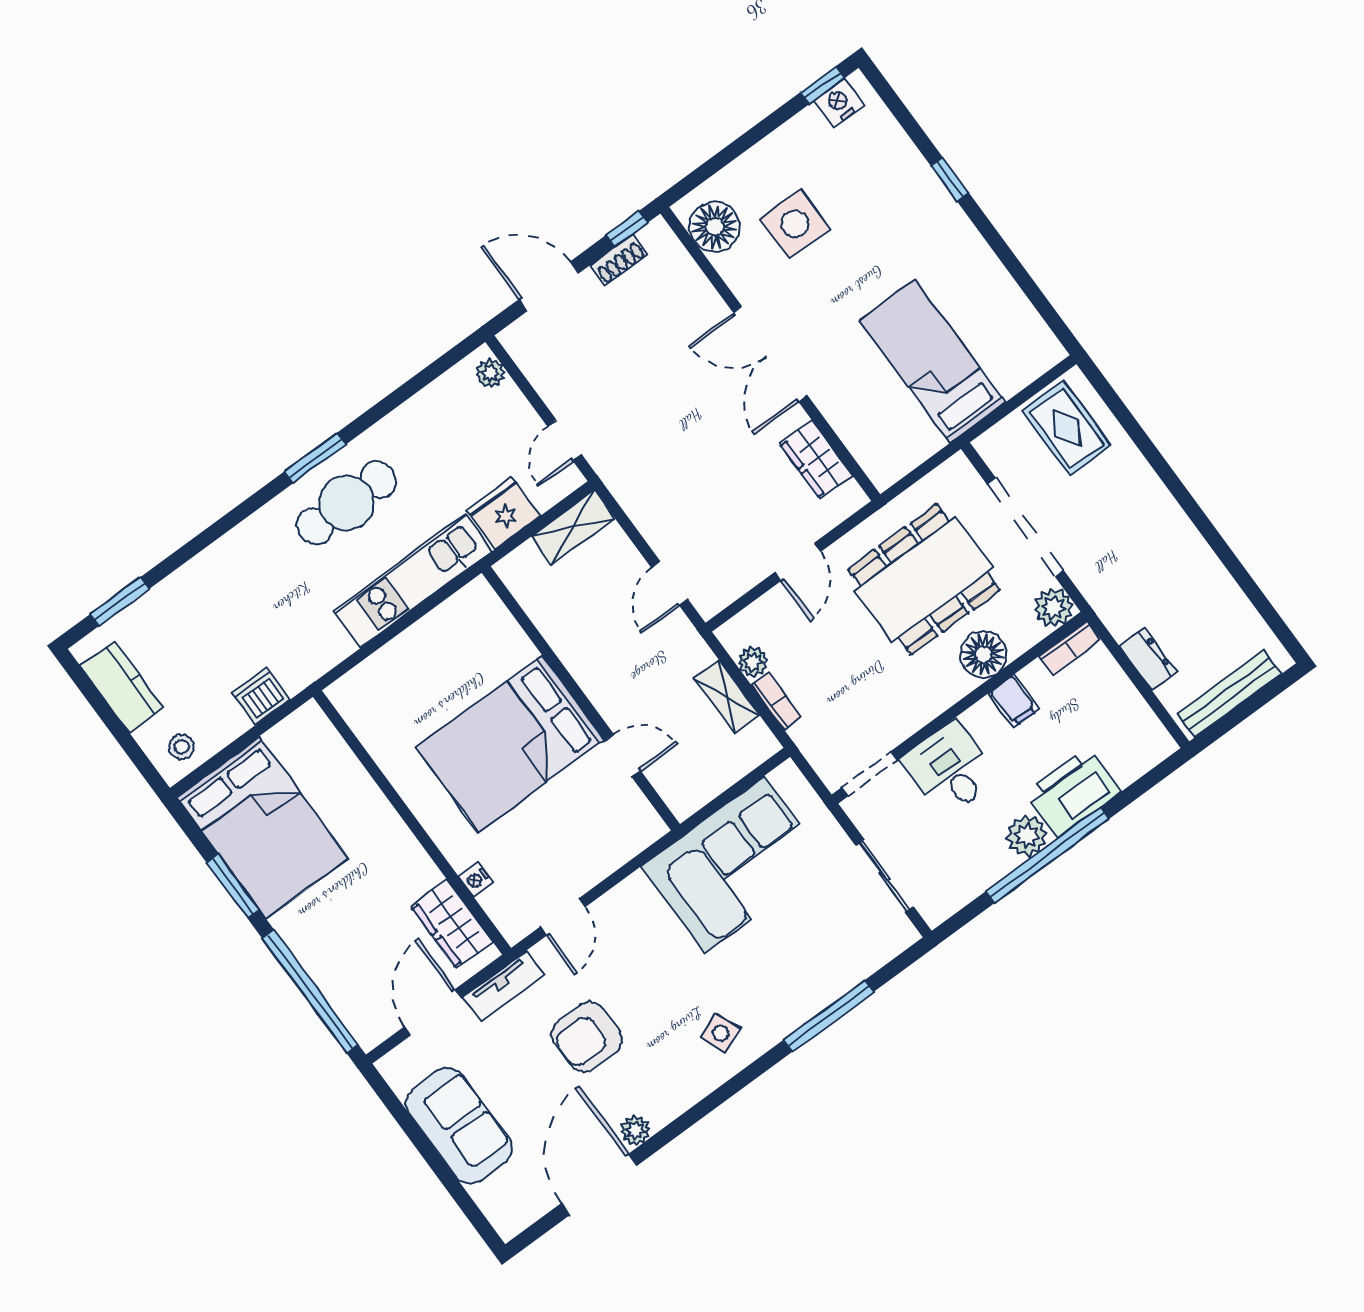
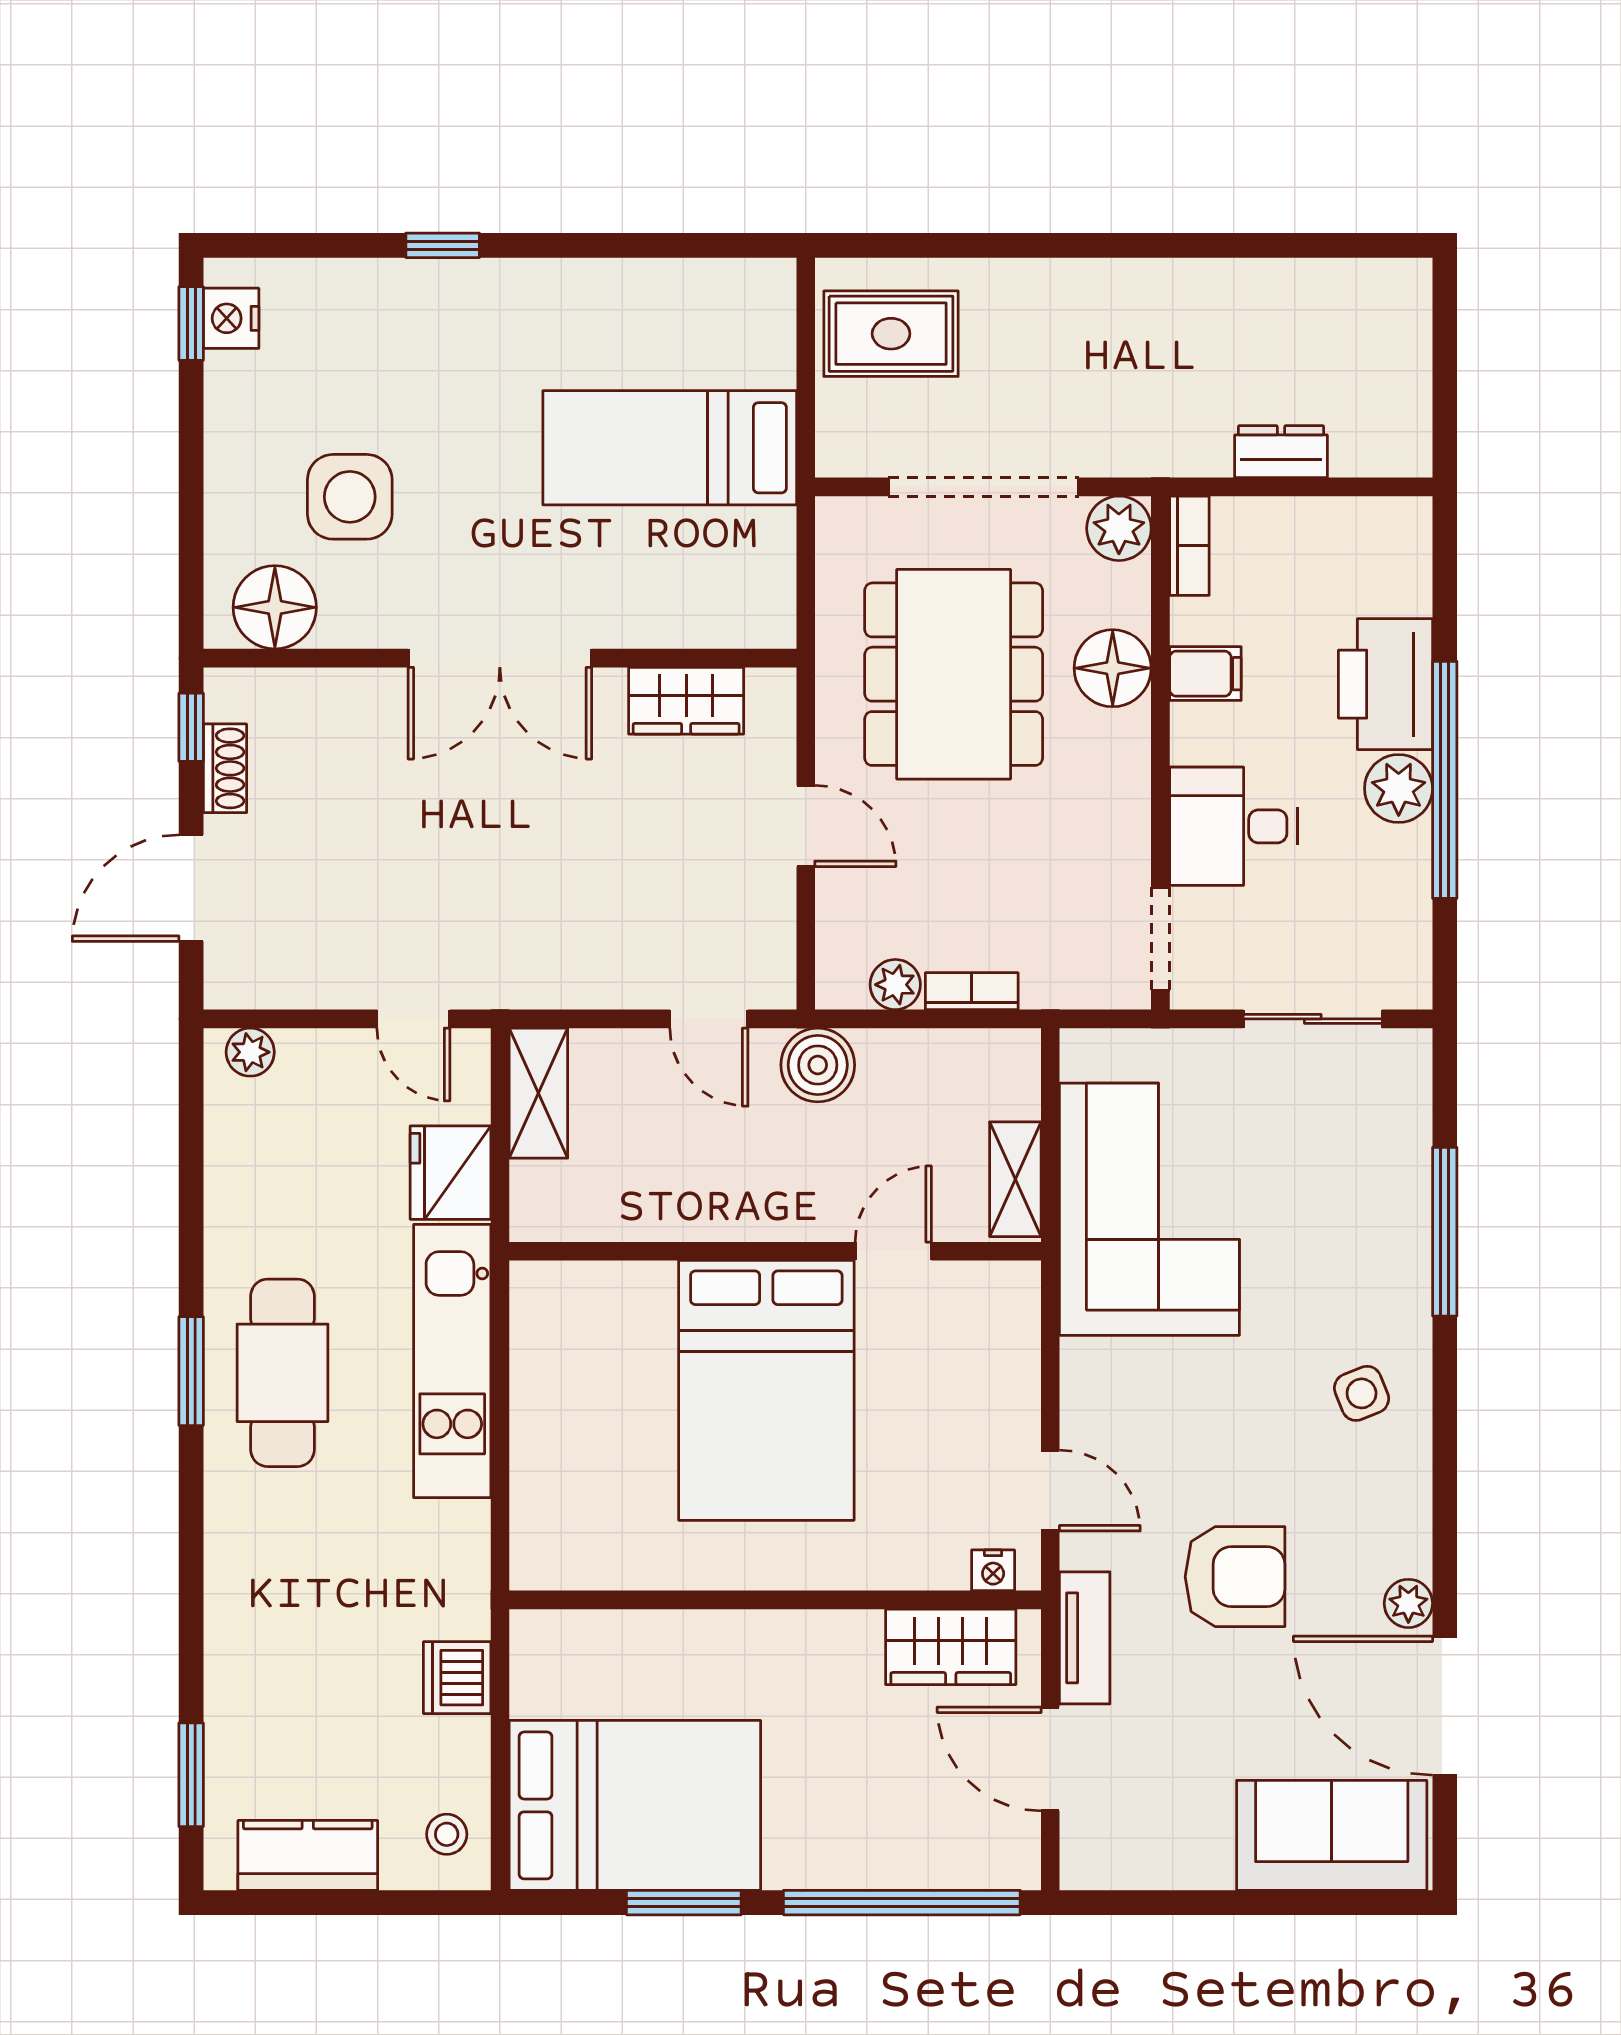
boiler: (686, 653) -> (818, 1065), added
bench: (1229, 694) -> (1408, 378), removed
shelving: (727, 697) -> (1015, 1179), moved, turned 90
nightstand: (476, 880) -> (993, 1570), moved
armchair: (587, 1037) -> (1235, 1577), turned -90
sofa: (459, 1126) -> (1332, 1835), moved

